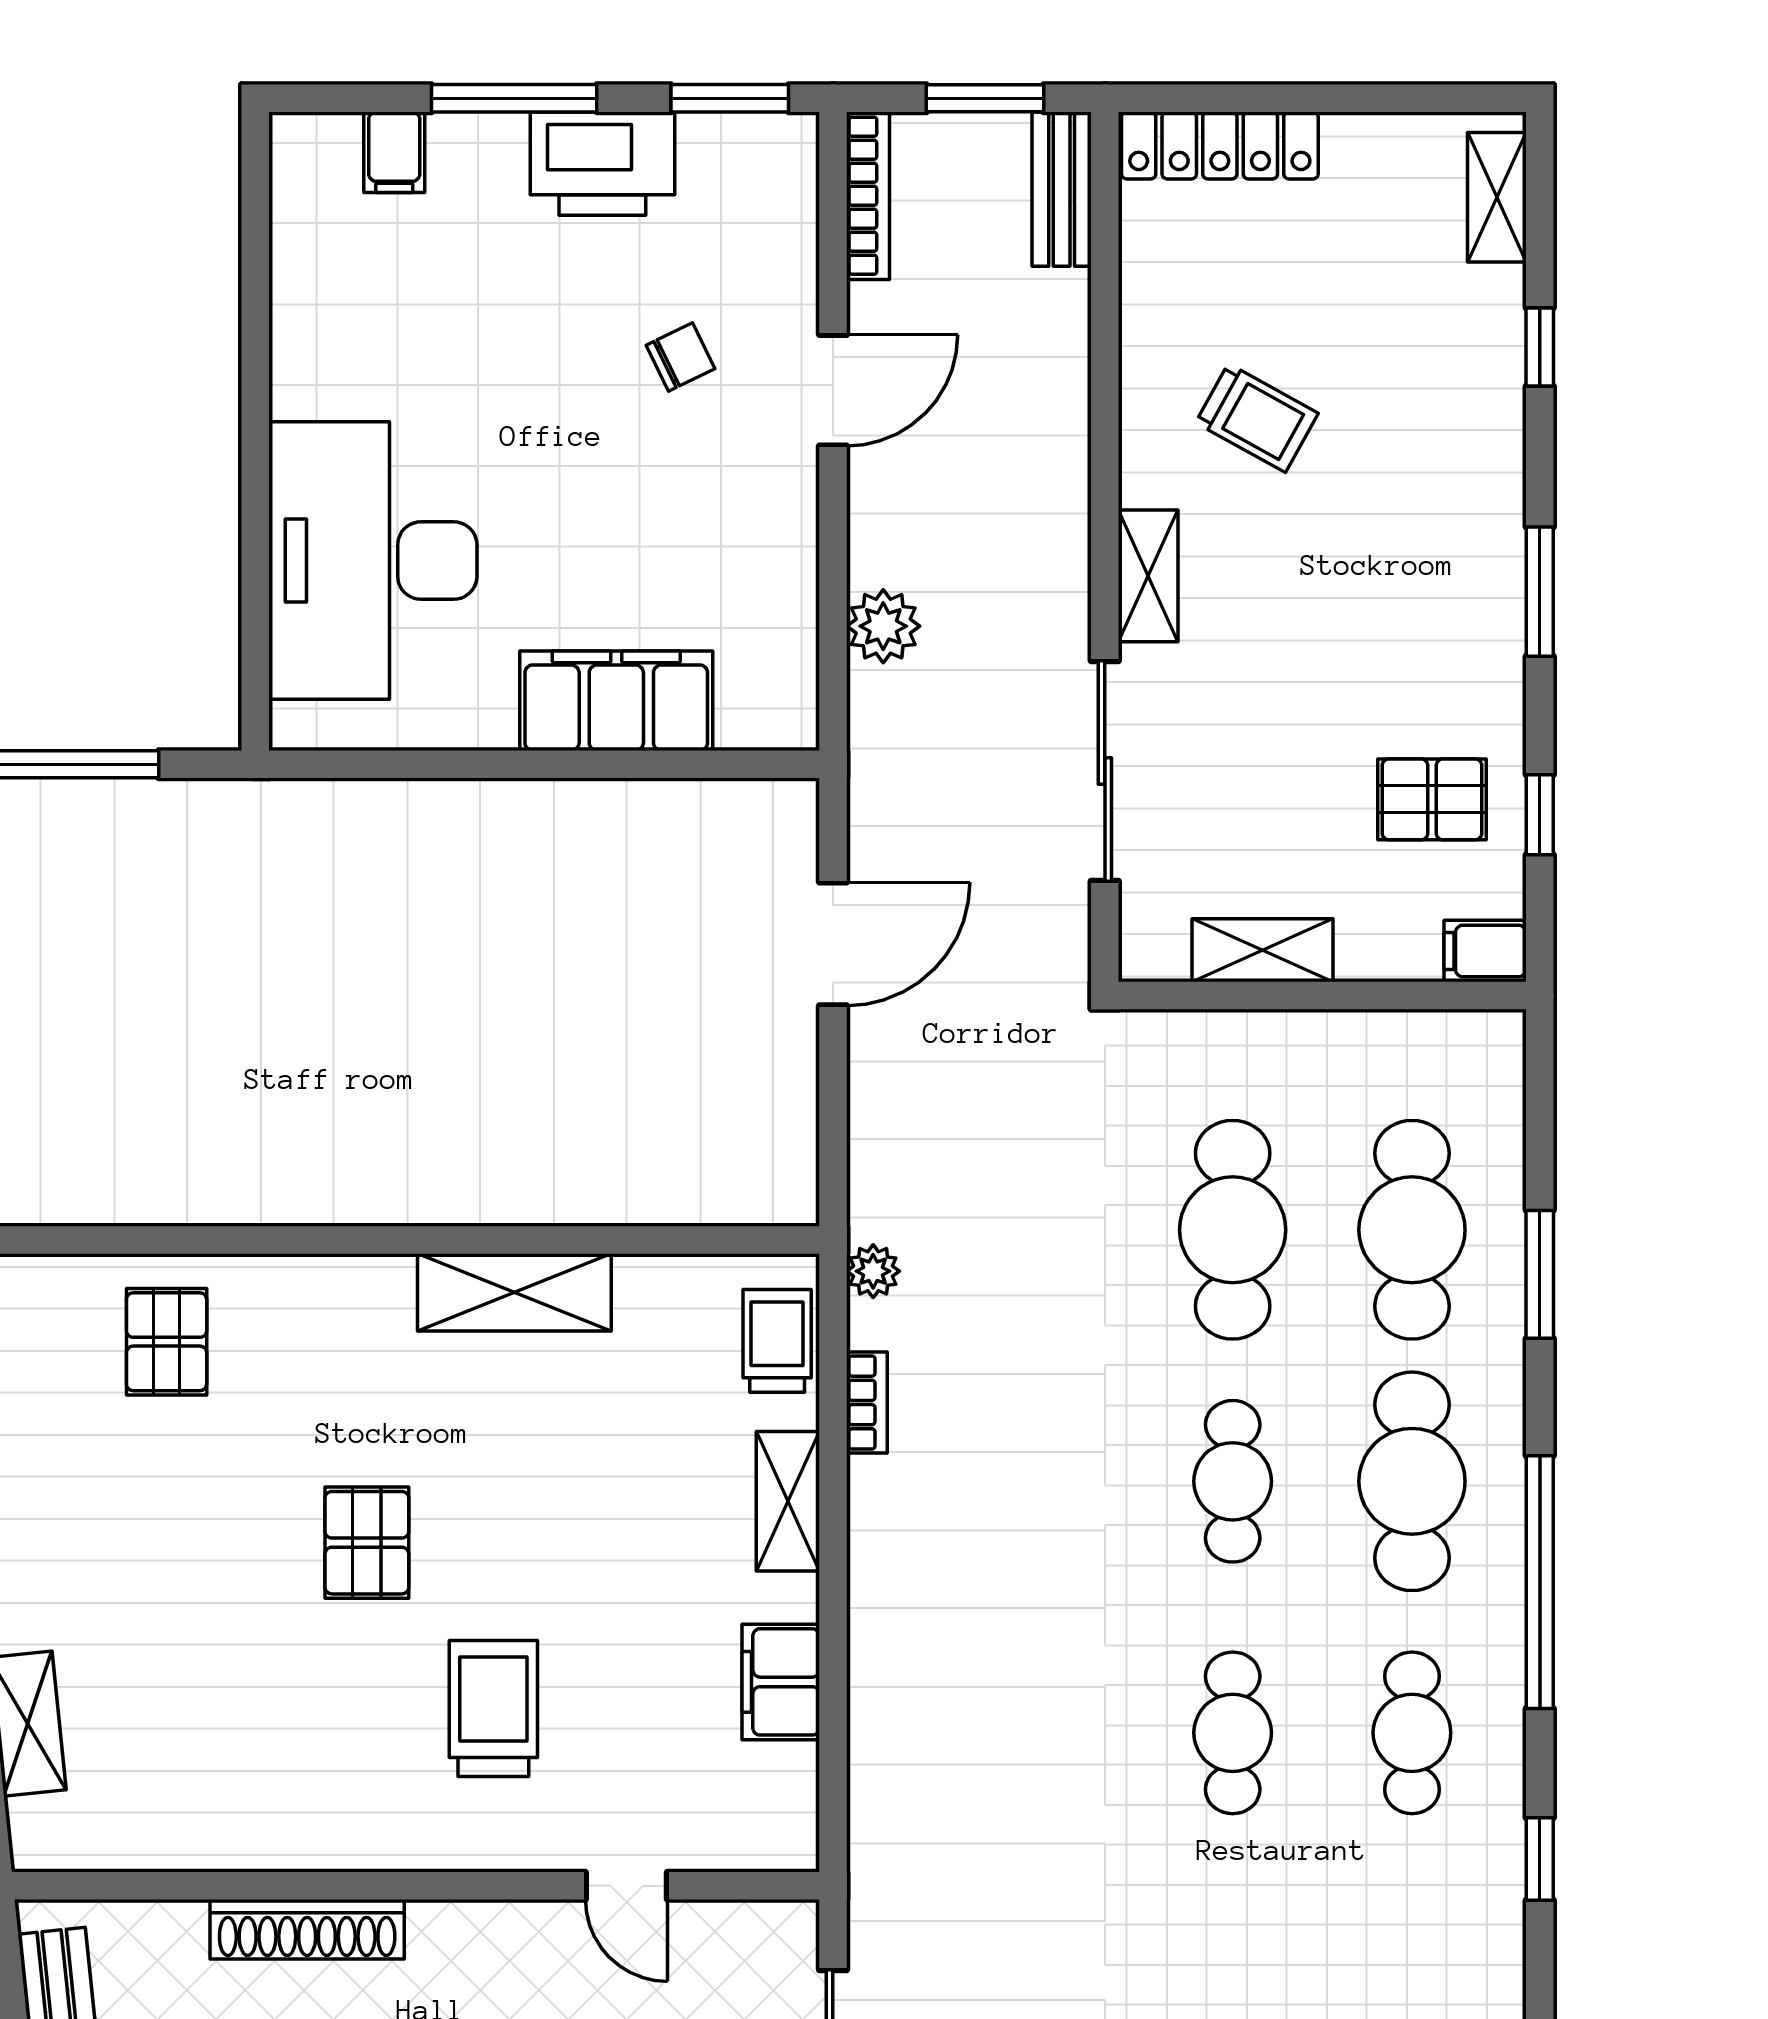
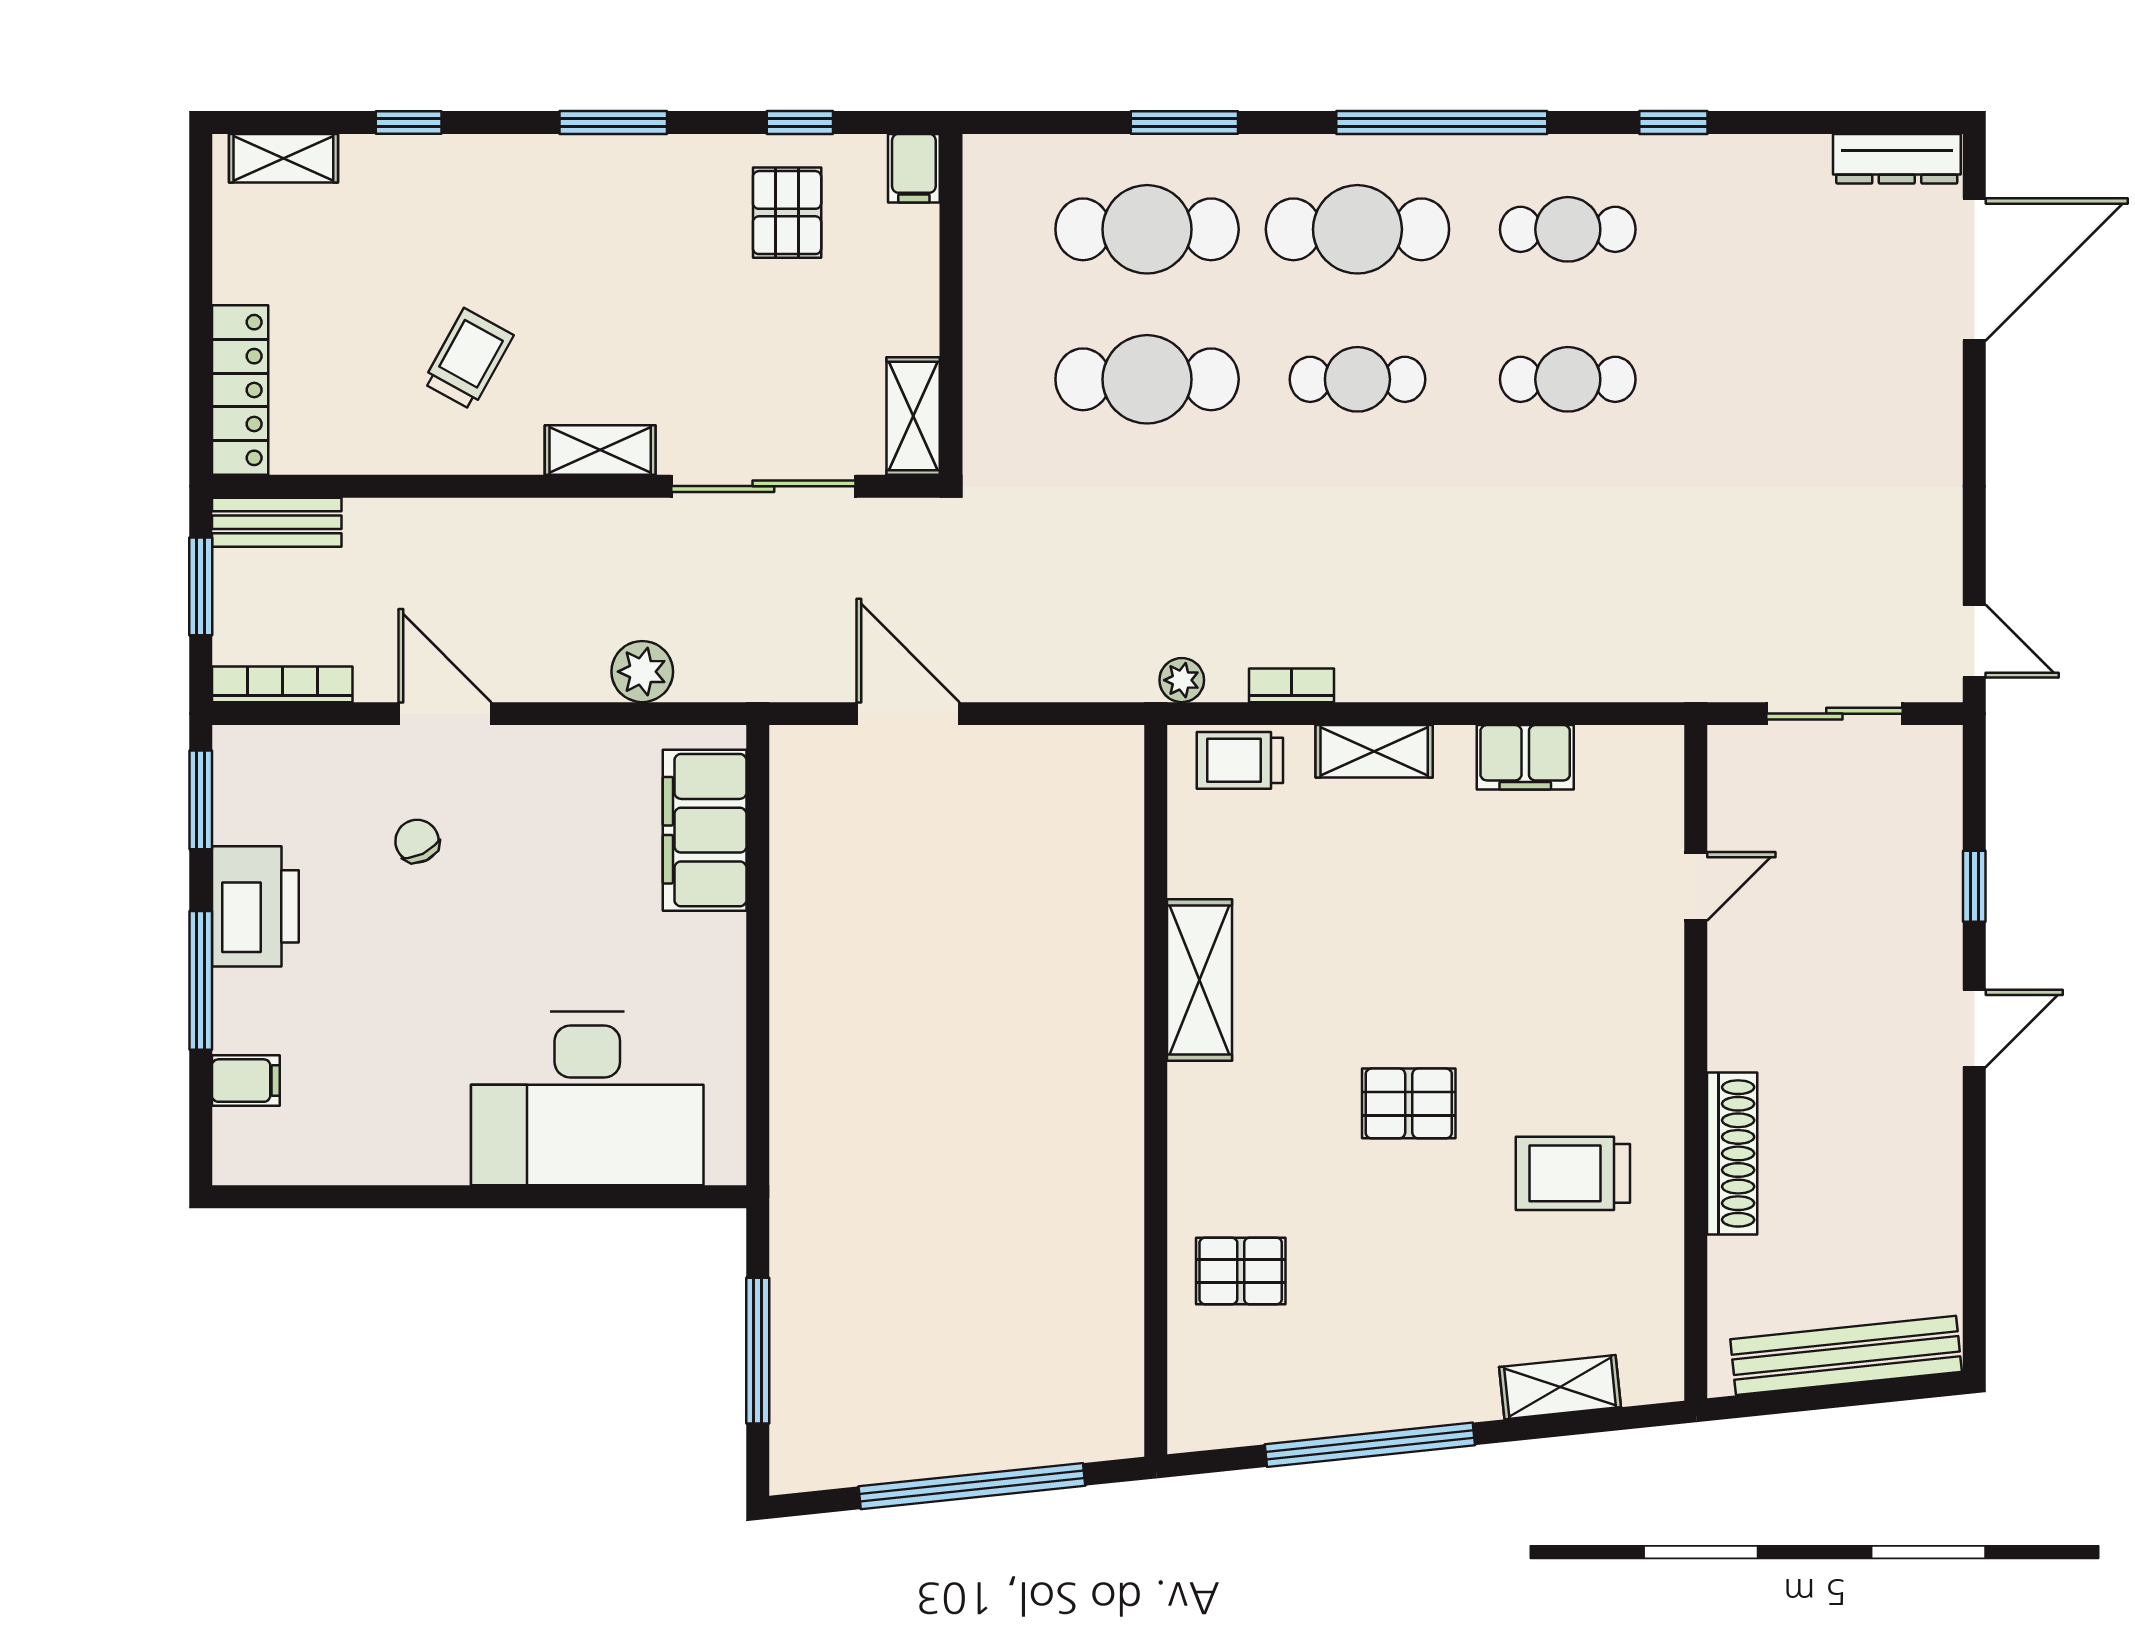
filing cabinet: (616, 701) -> (705, 830), moved
shelving: (1263, 950) -> (913, 416), moved
trolley: (493, 1709) -> (1573, 1173), moved

